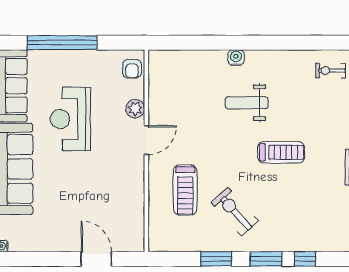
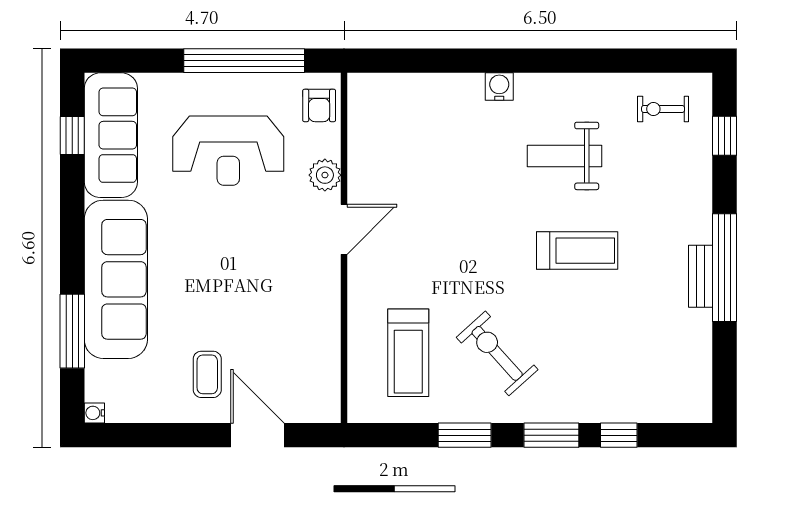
window: (62, 43) -> (244, 61), moved
weight bench: (247, 103) -> (564, 156), moved
reception desk: (70, 119) -> (228, 151), moved, turned -90
treadmill: (185, 190) -> (408, 353), moved
coffee table: (67, 224) -> (207, 374), added

